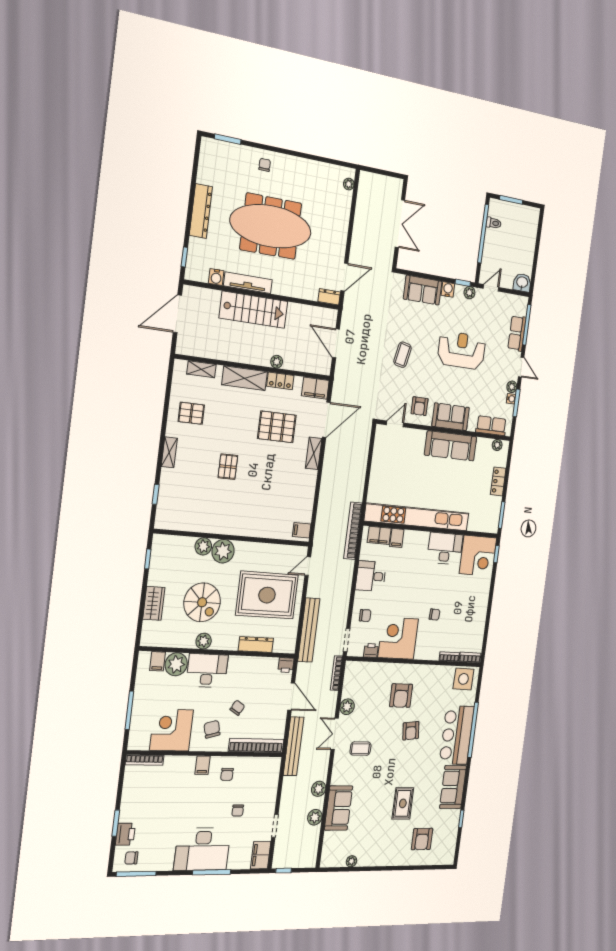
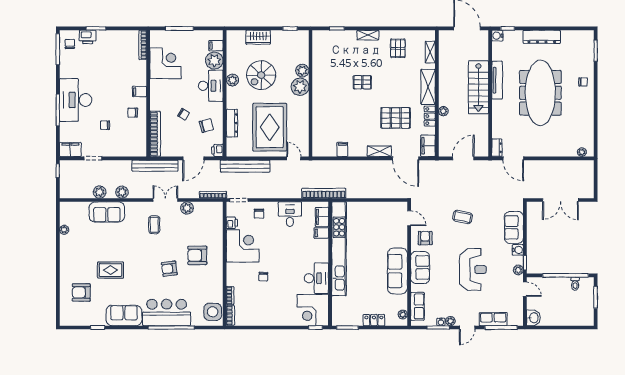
water cooler: (216, 277) -> (497, 36), moved
armchair: (420, 406) -> (425, 238), turned 90
pallet: (277, 427) -> (396, 118), turned 90
filing cabinet: (302, 530) -> (342, 149), moved
chair: (212, 729) -> (206, 126), moved

